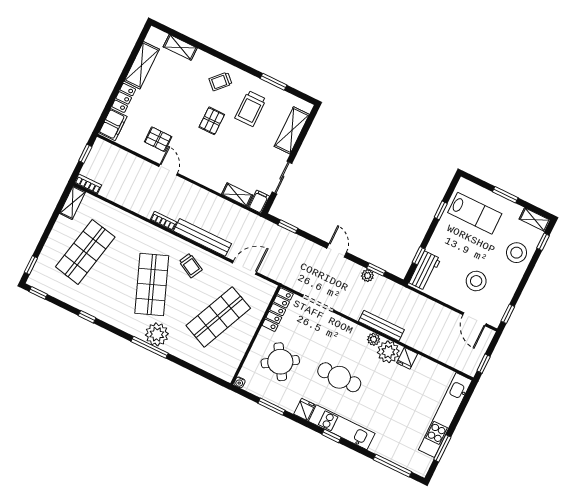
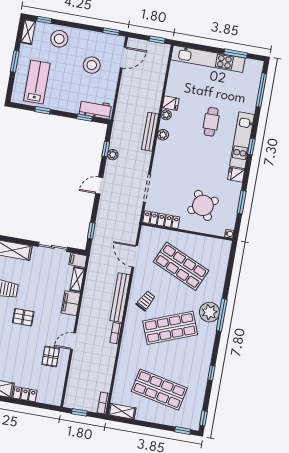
filing cabinet: (113, 125) -> (71, 303), moved, turned -90
plant: (388, 352) -> (166, 115), width x0.53, depth x0.53
cafe table: (339, 377) -> (211, 122), moved, width x0.73, depth x0.74

